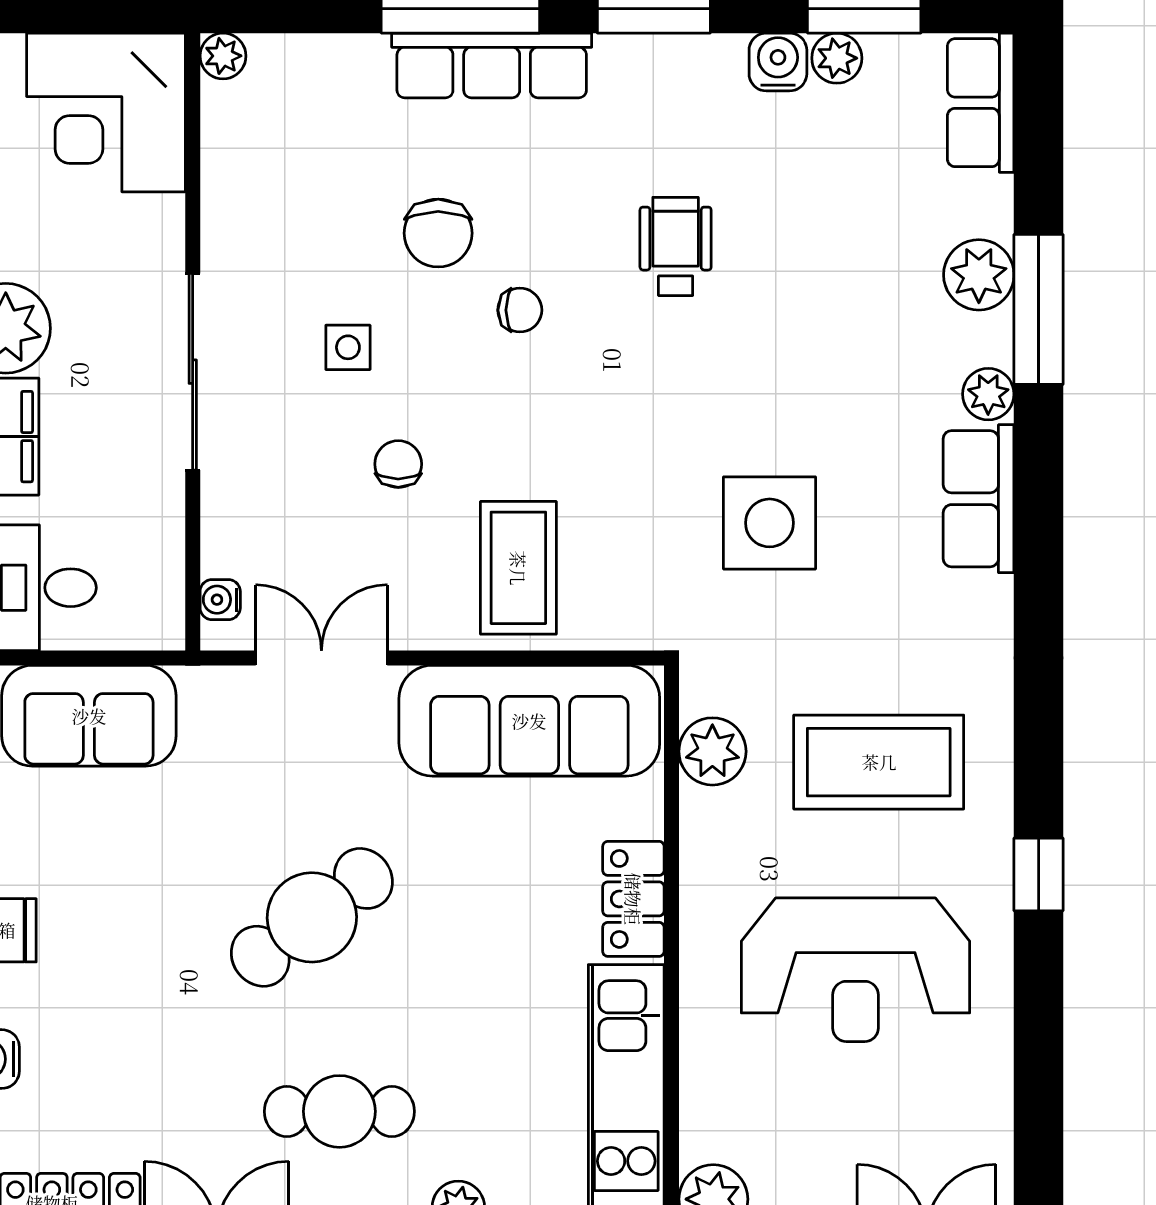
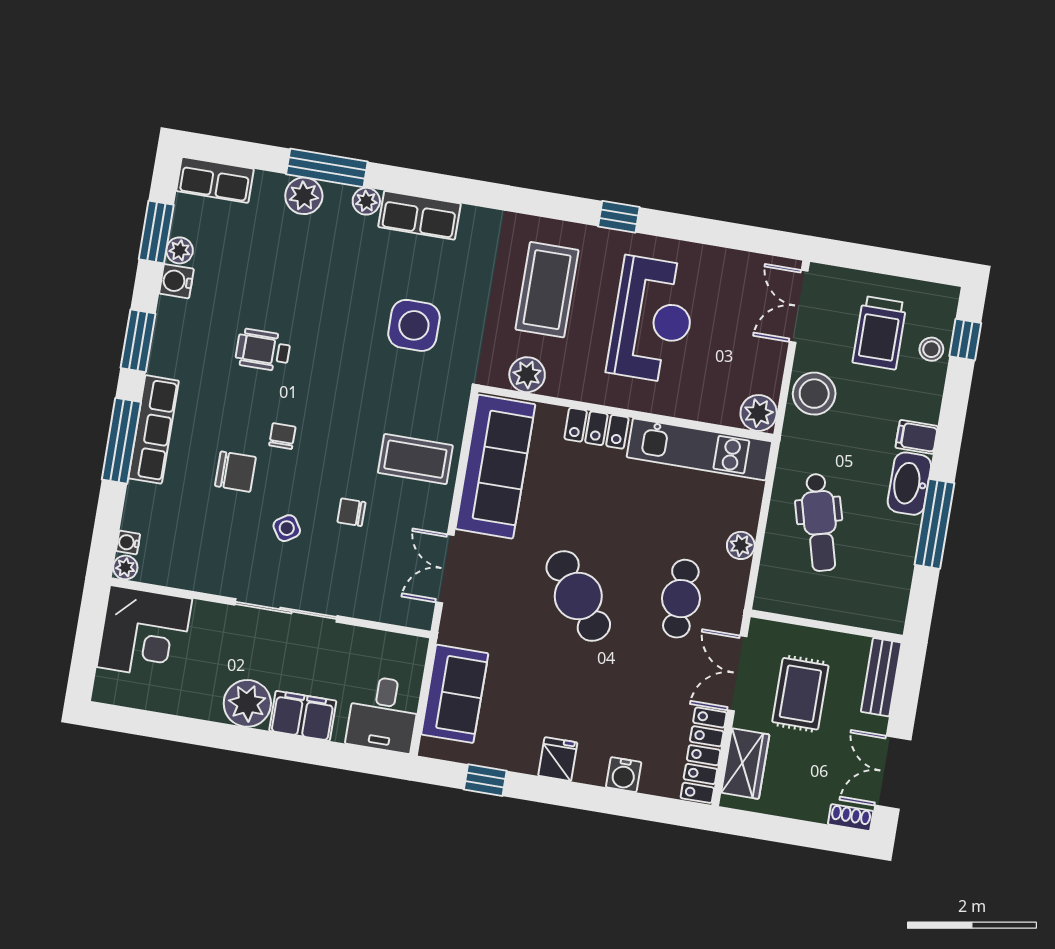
side table: (348, 347) -> (287, 528), turned -33
water cooler: (220, 600) -> (128, 542), moved, turned 90

